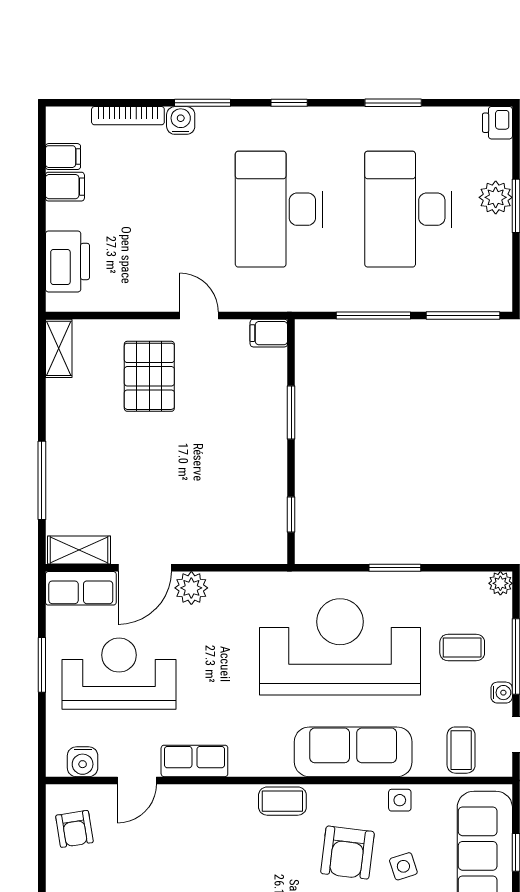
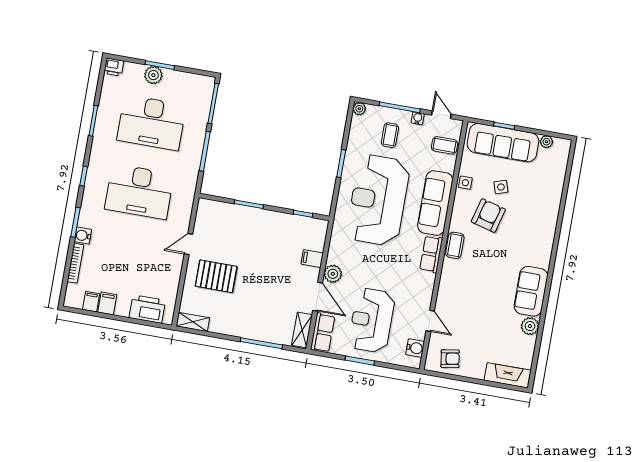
filing cabinet: (269, 333) -> (312, 259), moved, turned 90
row of seats: (194, 761) -> (431, 254), moved
armchair: (347, 853) -> (488, 216), turned -82

